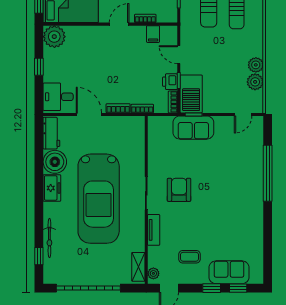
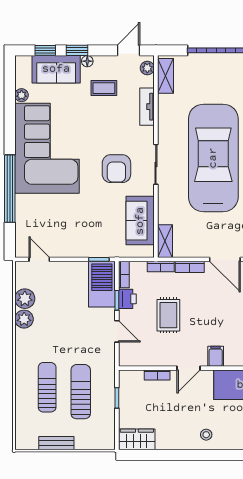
filing cabinet: (153, 34) -> (216, 356), moved
rug: (136, 68) -> (168, 315), added
door: (243, 114) -> (39, 259), hinge flipped
sofa: (193, 128) -> (140, 221), moved, turned -90
shelving: (139, 130) -> (165, 241), added
corner sofa: (237, 207) -> (47, 148), added
tv unit: (154, 230) -> (147, 107), moved
plant: (258, 251) -> (22, 95), added
floor lamp: (203, 279) -> (87, 61), added

